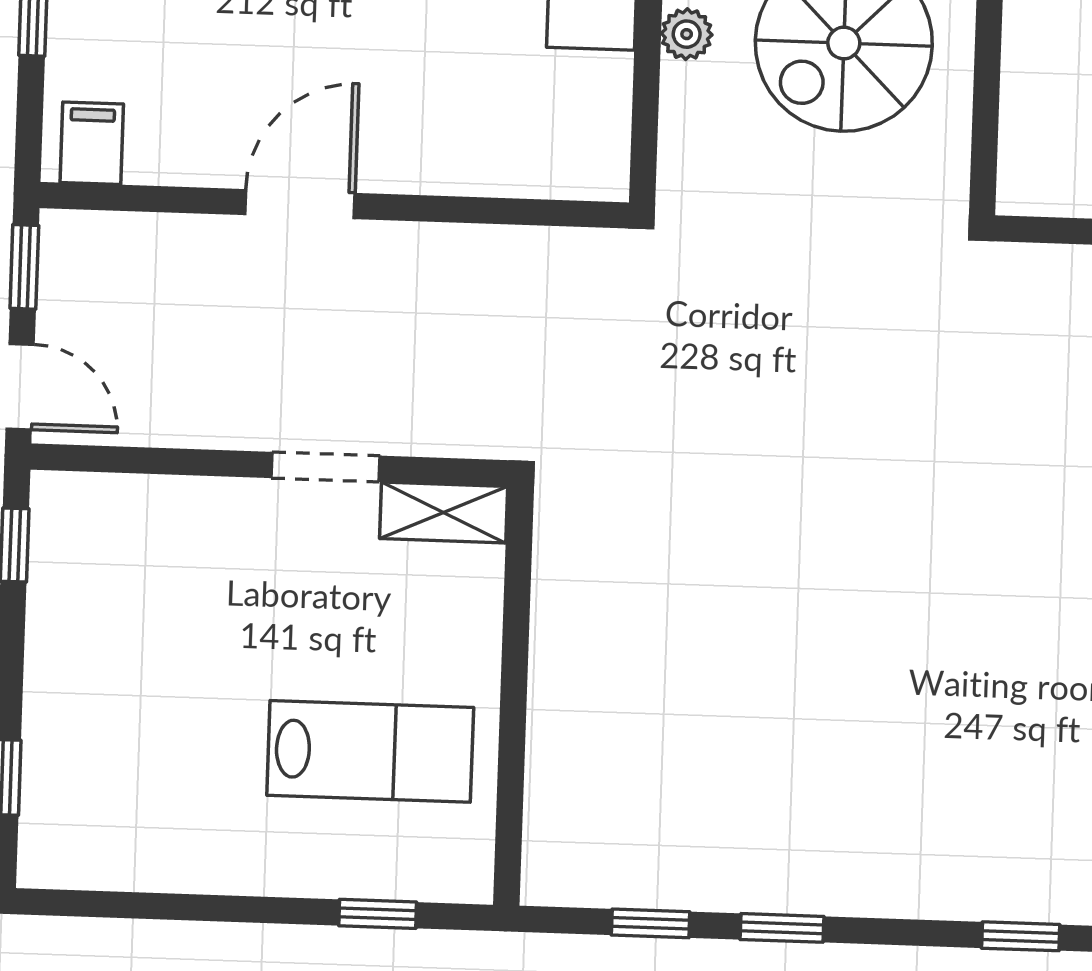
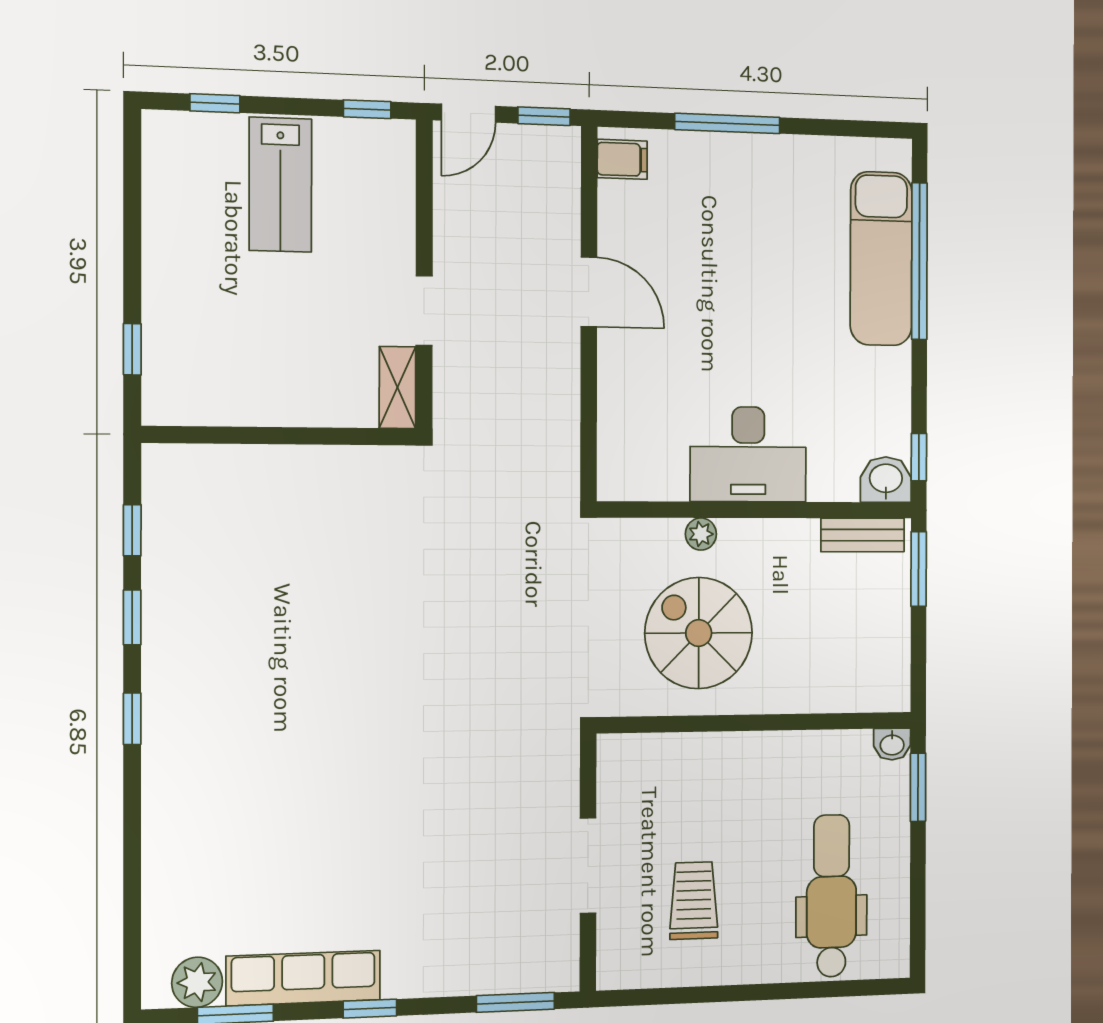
lab bench: (370, 751) -> (280, 185), moved
window: (1021, 936) -> (132, 719), moved

